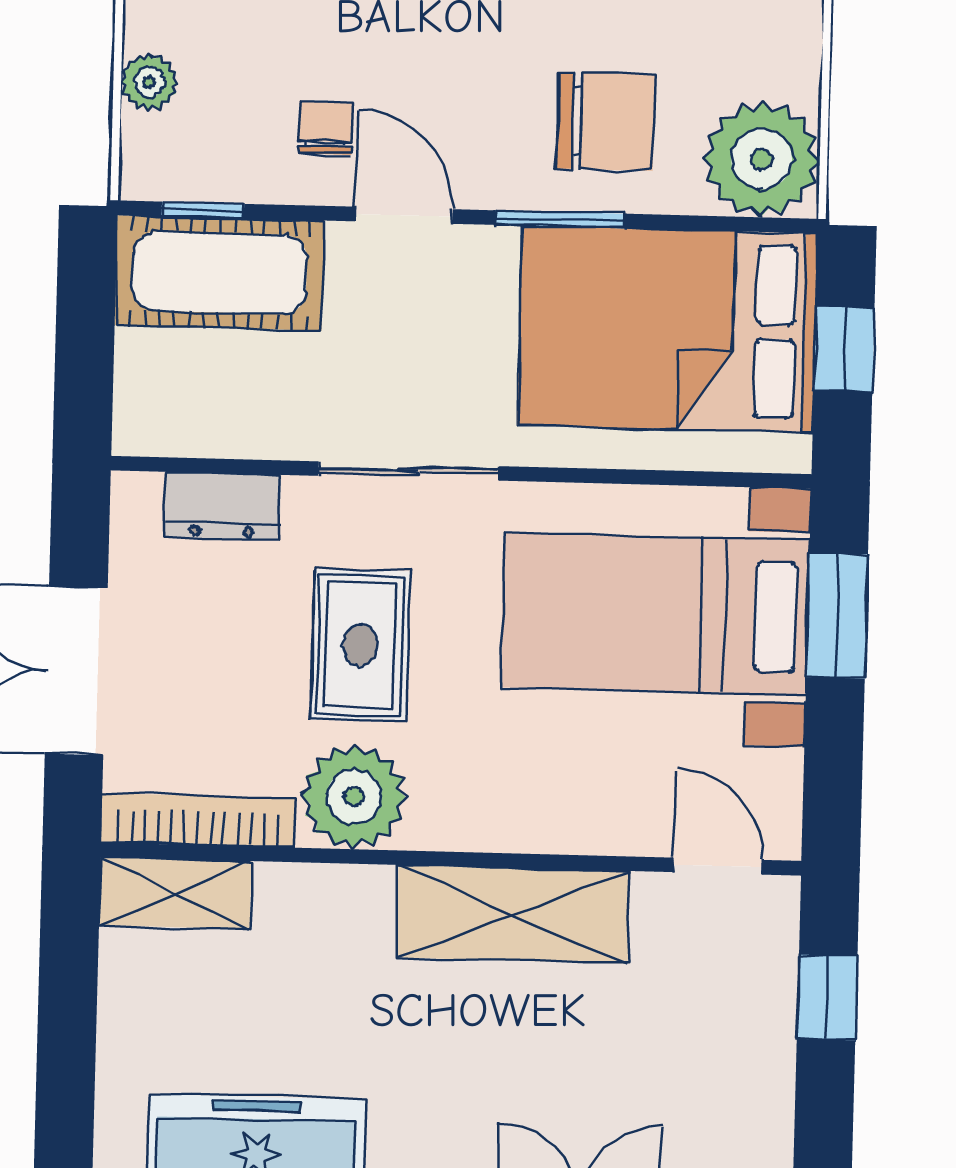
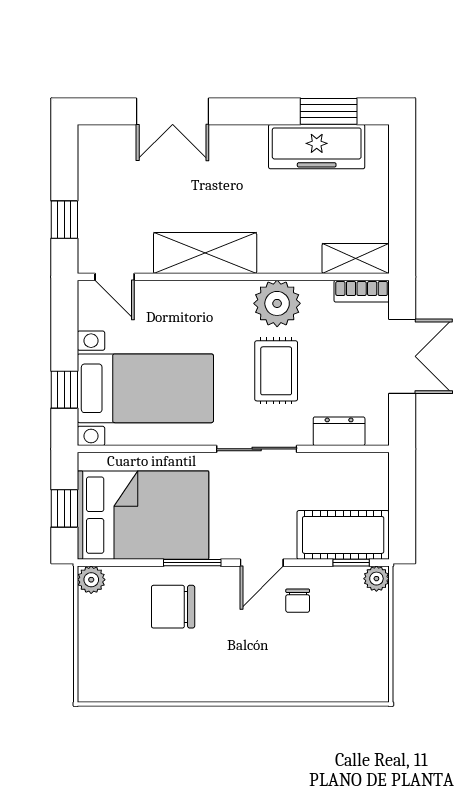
plant: (149, 82) -> (376, 579), moved
plant: (762, 159) -> (91, 580), width x0.53, depth x0.53
door: (404, 215) -> (262, 563), hinge flipped
window: (837, 616) -> (64, 390), width x0.67
bookcase: (198, 820) -> (362, 291), width x0.64

